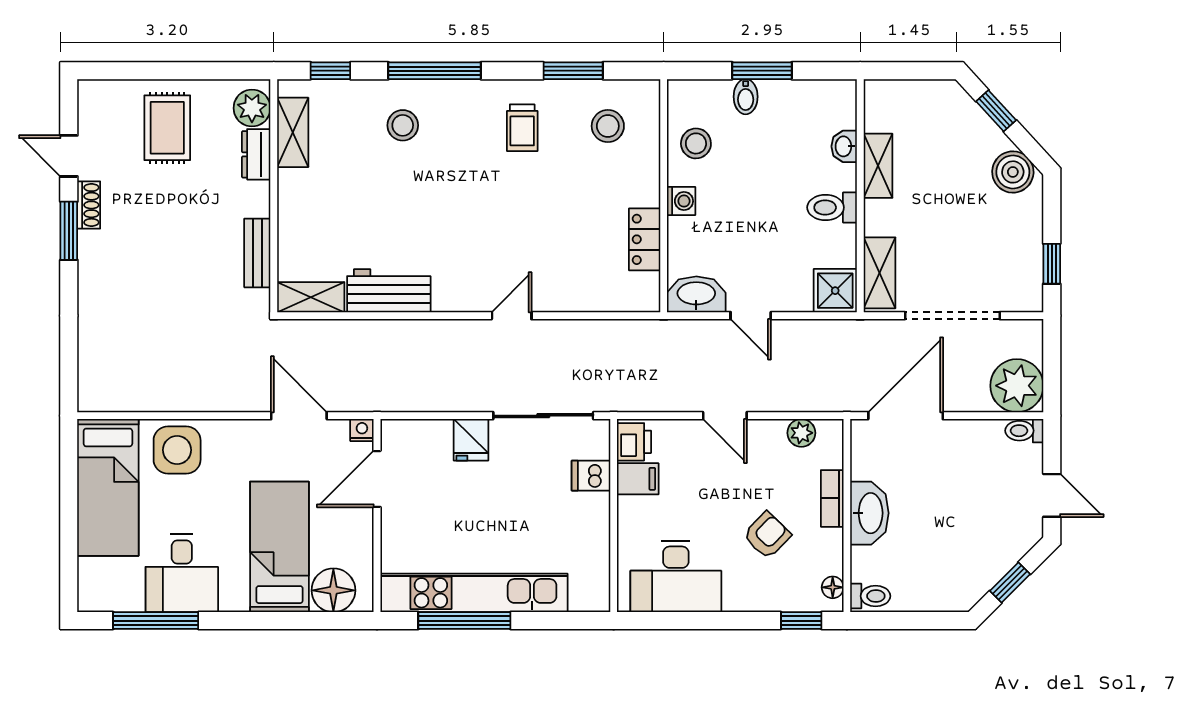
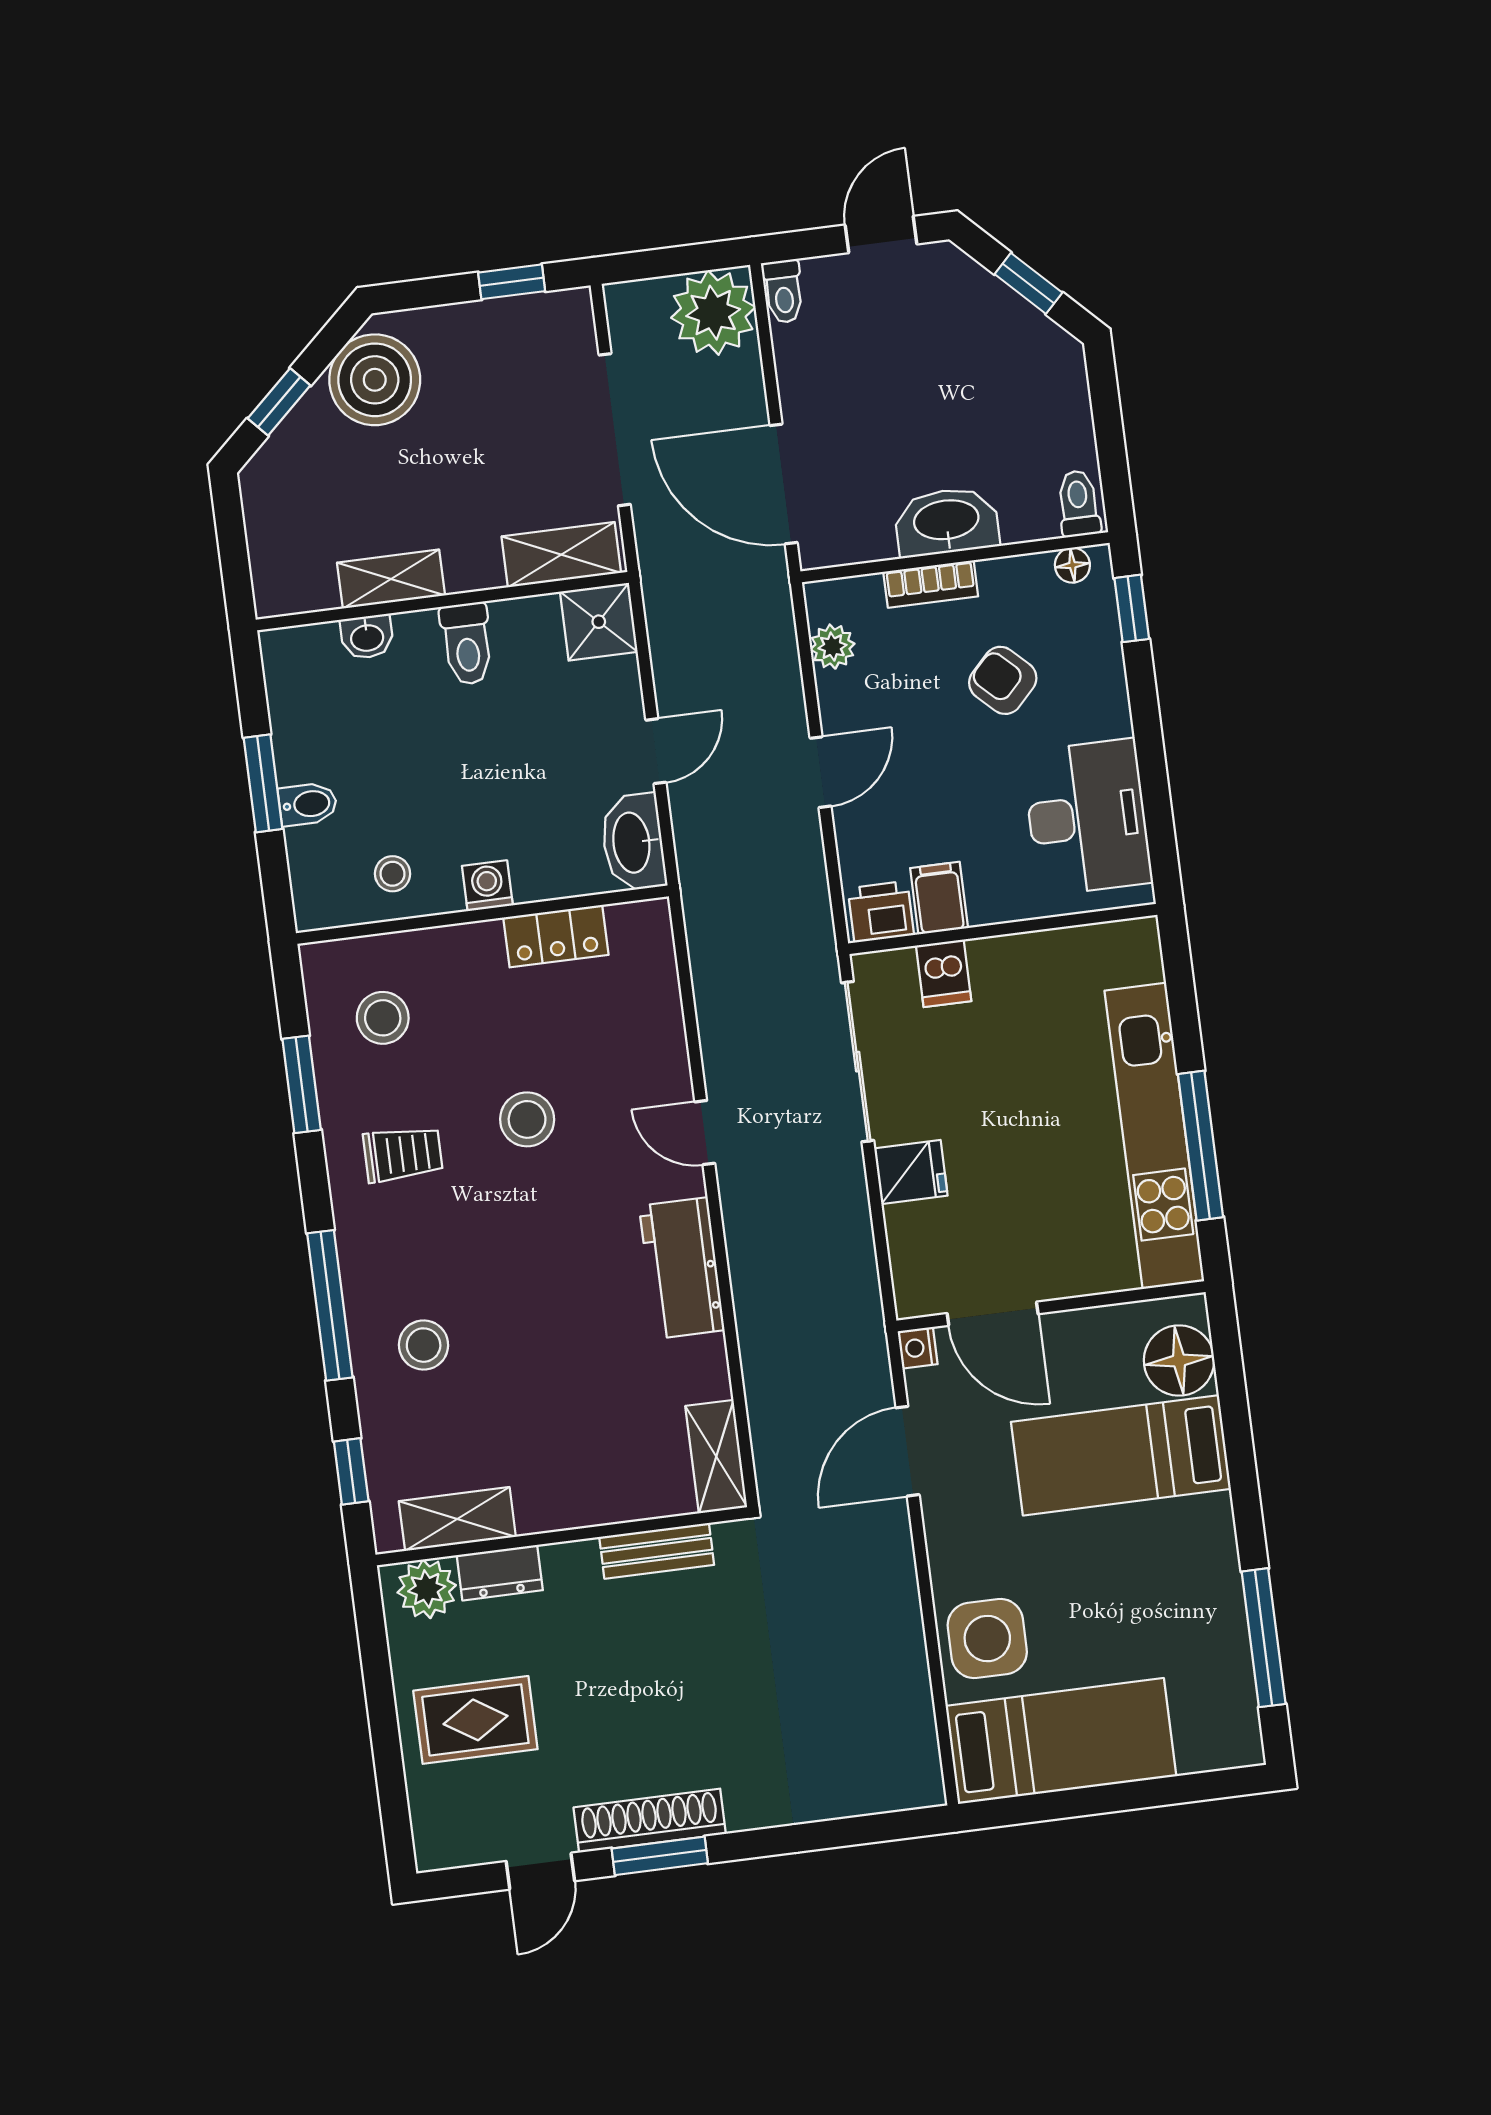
stool: (696, 143) -> (393, 874), width x0.73, depth x0.73
boiler: (1013, 172) -> (375, 380), width x1.37, depth x1.37
shoe rack: (89, 205) -> (650, 1821), width x1.94, depth x1.24
stool: (534, 207) -> (527, 1119), added
workbench: (389, 291) -> (682, 1268), moved
desk: (182, 573) -> (1183, 1606), removed

